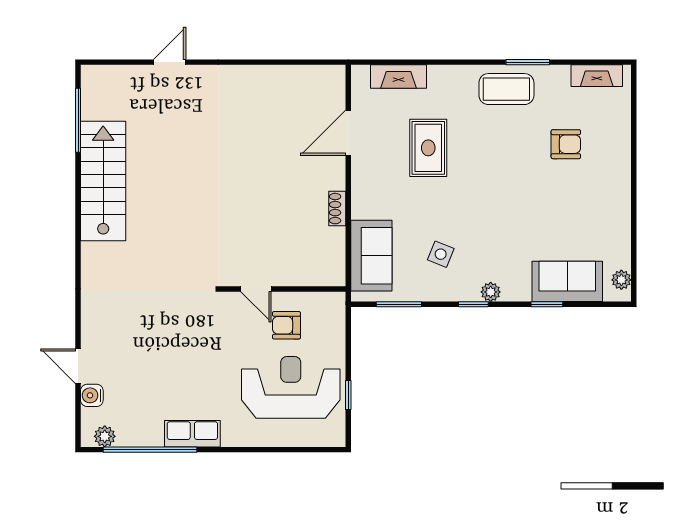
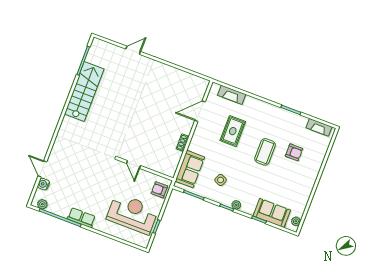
coffee table: (506, 89) -> (265, 152), moved, turned 90
armchair: (286, 325) -> (159, 190), moved

